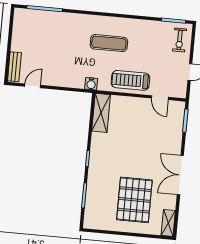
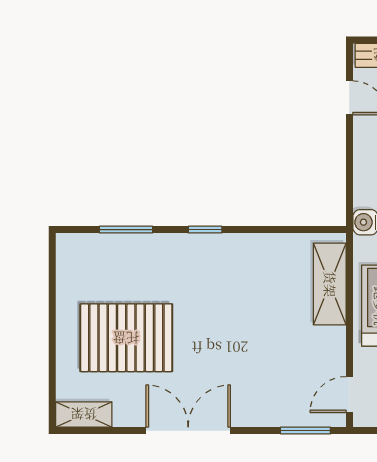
door: (160, 98) -> (349, 395), moved
shelving: (101, 113) -> (330, 284), moved, turned 90

